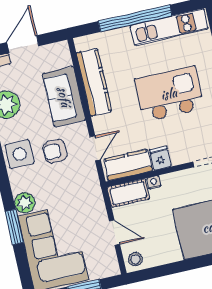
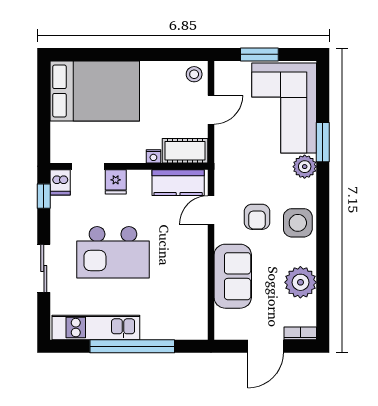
kitchen counter: (94, 82) -> (195, 285), removed
armchair: (55, 151) -> (257, 217), turned 90
fridge: (160, 158) -> (116, 182), moved
door: (114, 233) -> (211, 110), swing flipped

